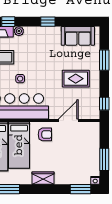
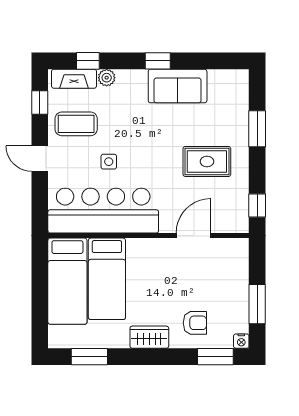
sofa: (78, 36) -> (178, 86), moved
armchair: (45, 134) -> (195, 323), moved

